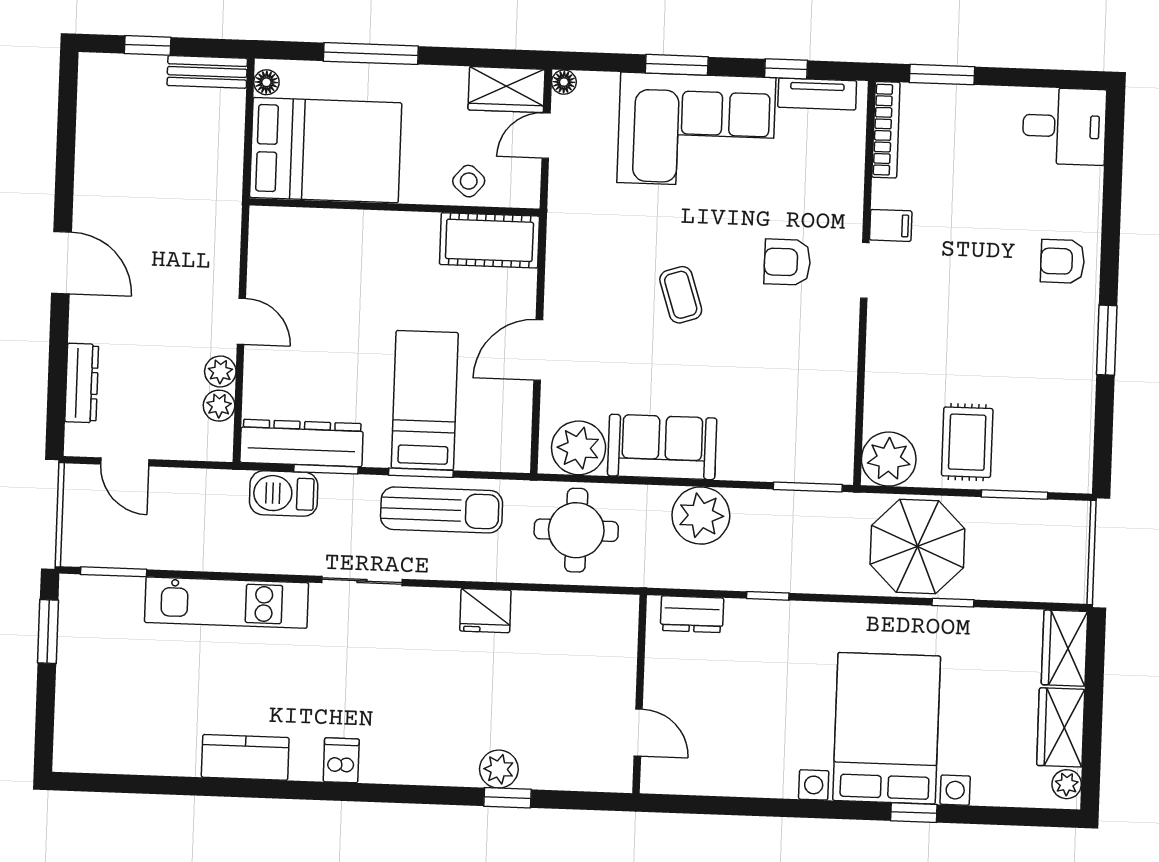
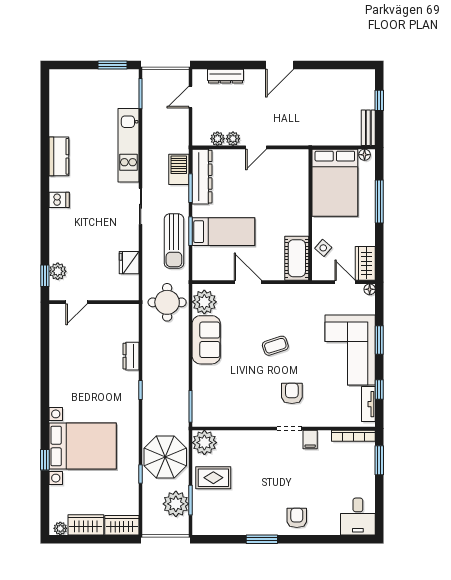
plant: (701, 515) -> (176, 504), moved
wall: (640, 694) -> (94, 302), moved
door: (638, 733) -> (77, 302), moved

